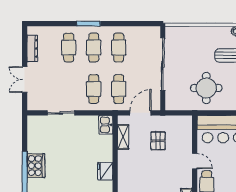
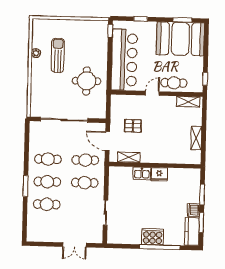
dresser: (32, 48) -> (47, 237), removed
kitchen sink: (106, 125) -> (142, 173), moved

